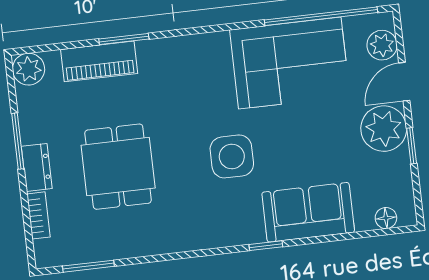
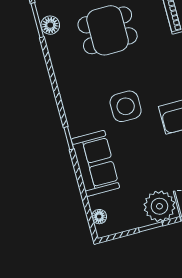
floor lamp: (98, 248) -> (50, 25), added

